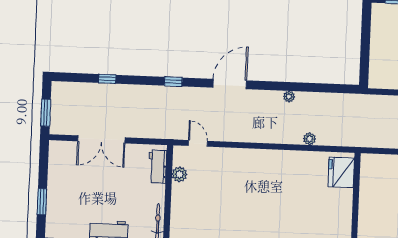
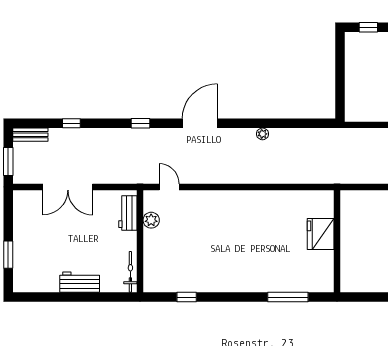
bench: (68, 88) -> (30, 135), added
plant: (310, 139) -> (286, 177), removed
fridge: (341, 172) -> (321, 234), moved

